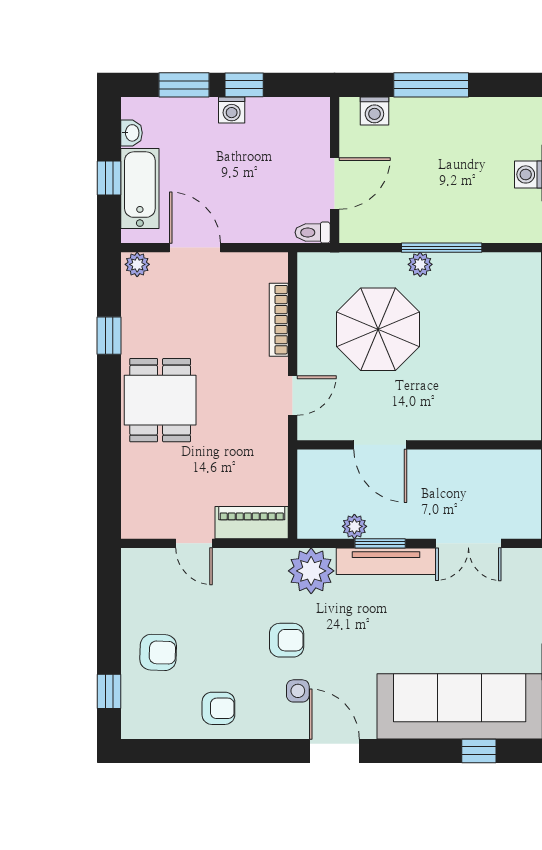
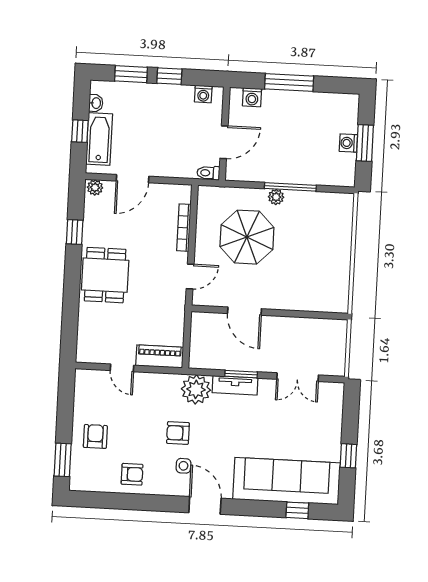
washing machine: (232, 110) -> (203, 94), moved
door: (195, 248) -> (133, 179), swing flipped
plant: (354, 526) -> (225, 362), removed
tv unit: (386, 561) -> (235, 385), width x0.71
armchair: (287, 640) -> (178, 433), turned 180
armchair: (158, 652) -> (95, 436), turned -92
window: (109, 691) -> (63, 460), width x1.50

